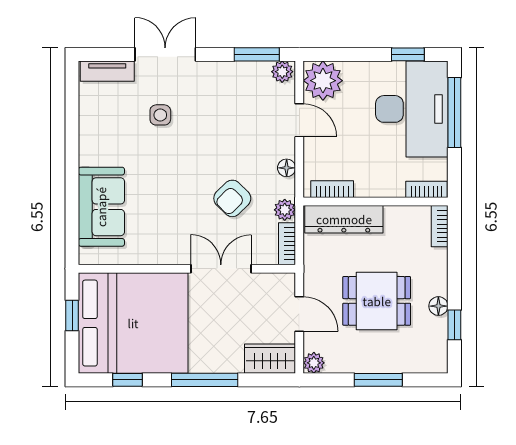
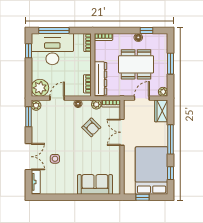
double door: (165, 54) -> (28, 157), swing flipped
dining table: (377, 301) -> (136, 64), width x1.38
bed: (133, 323) -> (152, 171), width x0.73

